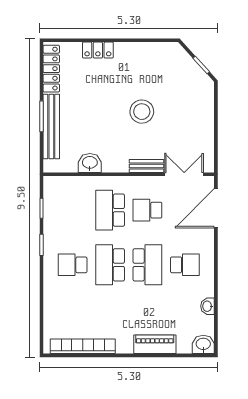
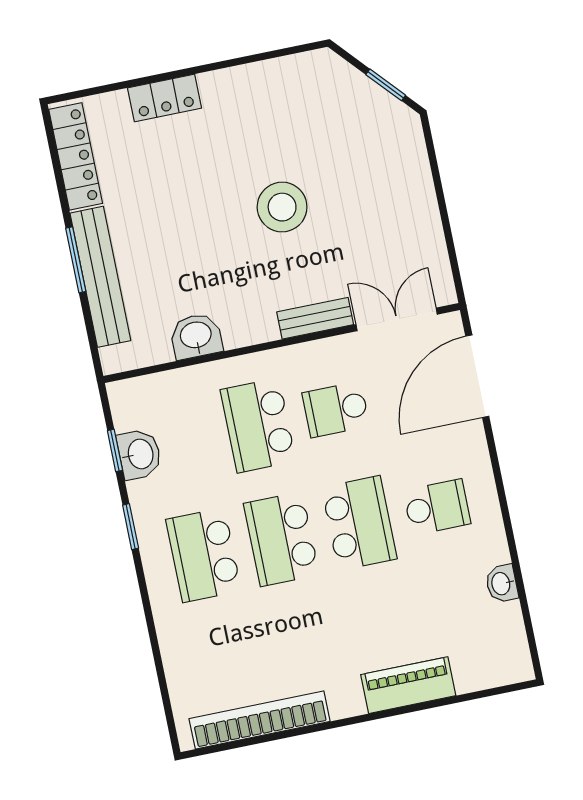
school desk: (73, 265) -> (204, 555), width x1.85
washbasin: (203, 344) -> (139, 454), moved, turned 90

